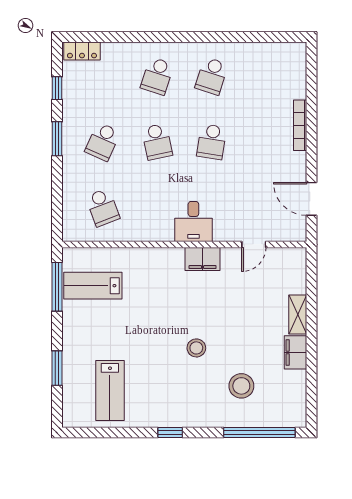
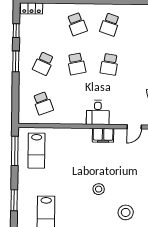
school desk: (157, 76) -> (77, 24), turned -39
lab bench: (93, 286) -> (36, 151), turned -90

